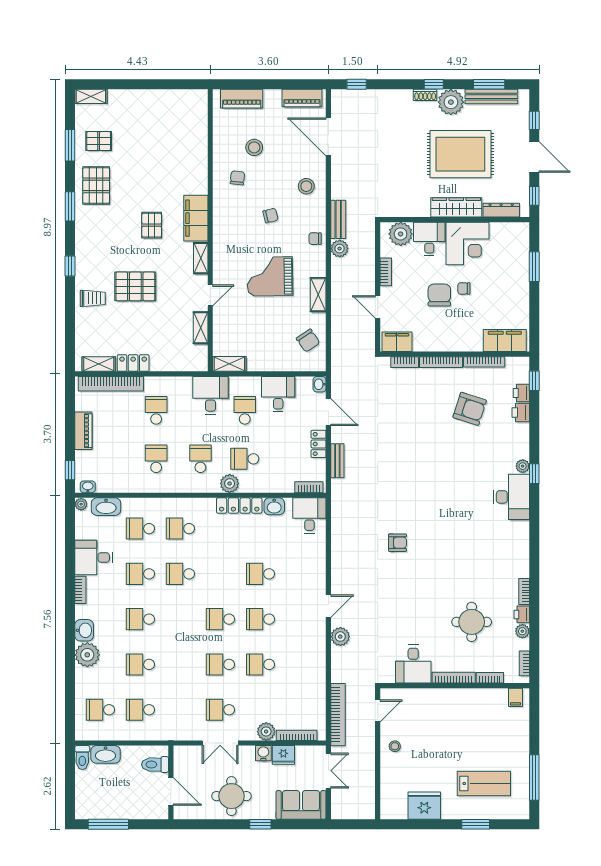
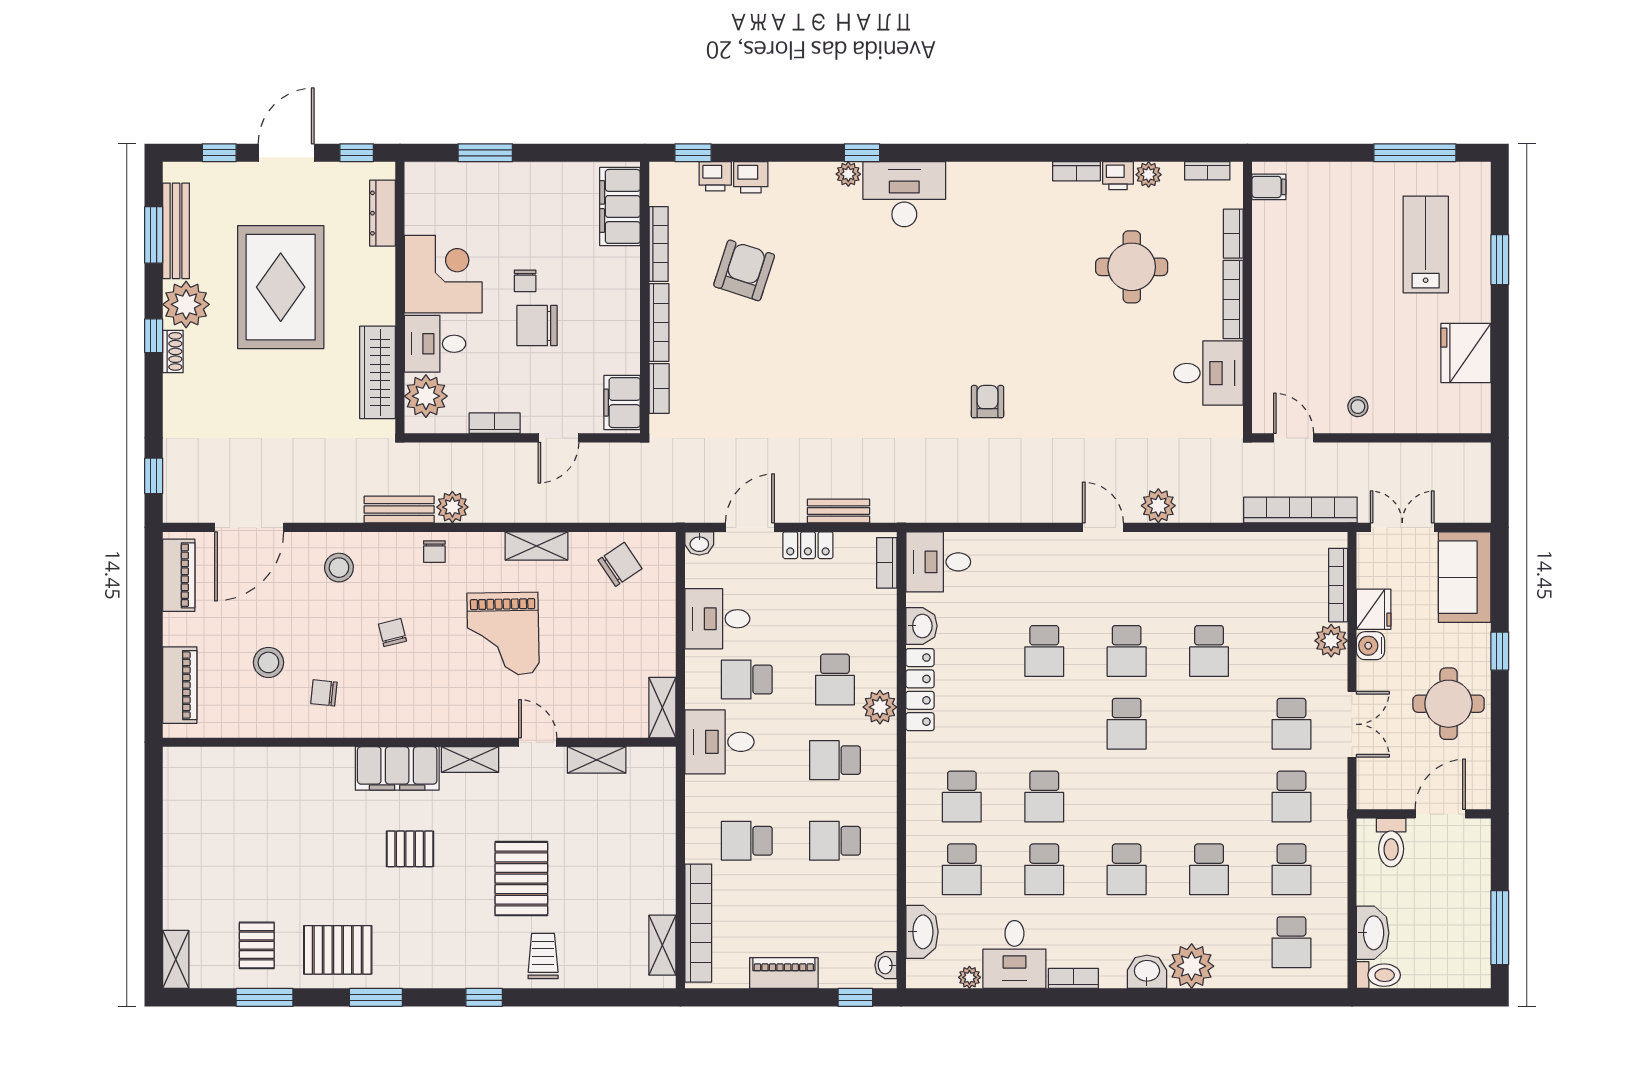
wardrobe: (456, 207) -> (378, 372), moved
locker: (133, 363) -> (661, 883), removed
plant: (81, 504) -> (969, 977), moved
school desk: (220, 664) -> (1291, 797), moved

